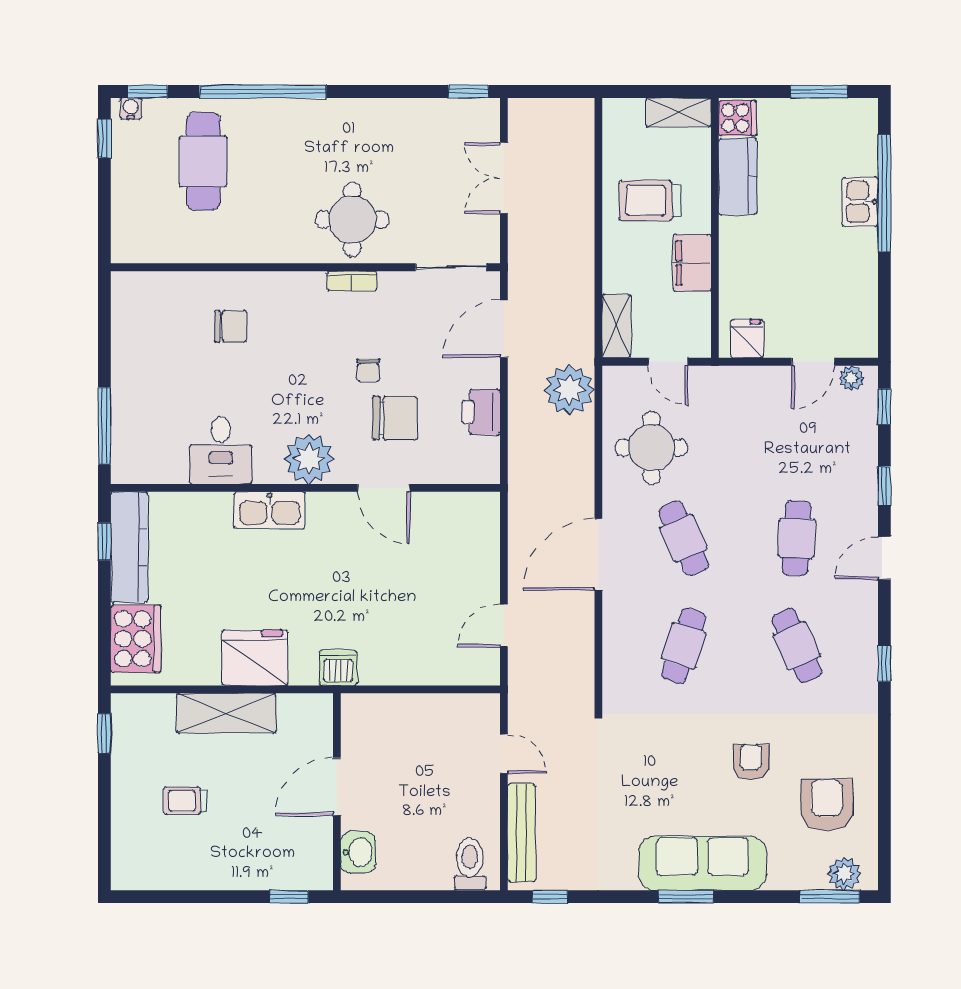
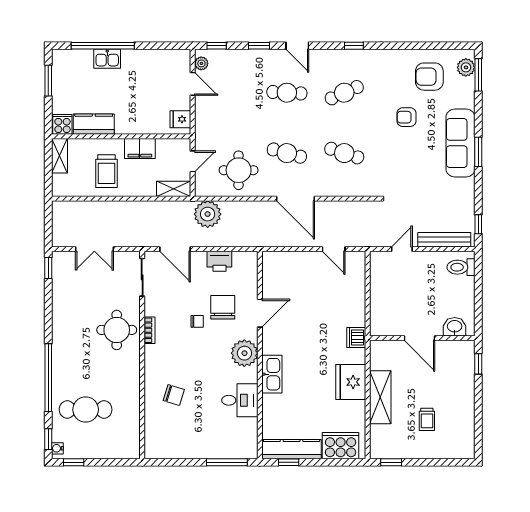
chair: (231, 326) -> (174, 395), turned 107
cafe table: (684, 538) -> (287, 153), turned 39

